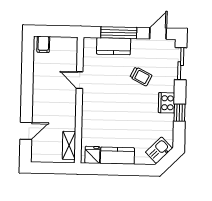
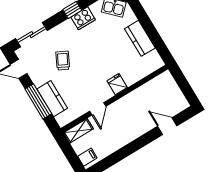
cooker: (167, 103) -> (83, 18), moved
shelving: (69, 145) -> (78, 131), moved
fridge: (92, 155) -> (117, 84), moved, turned 90

